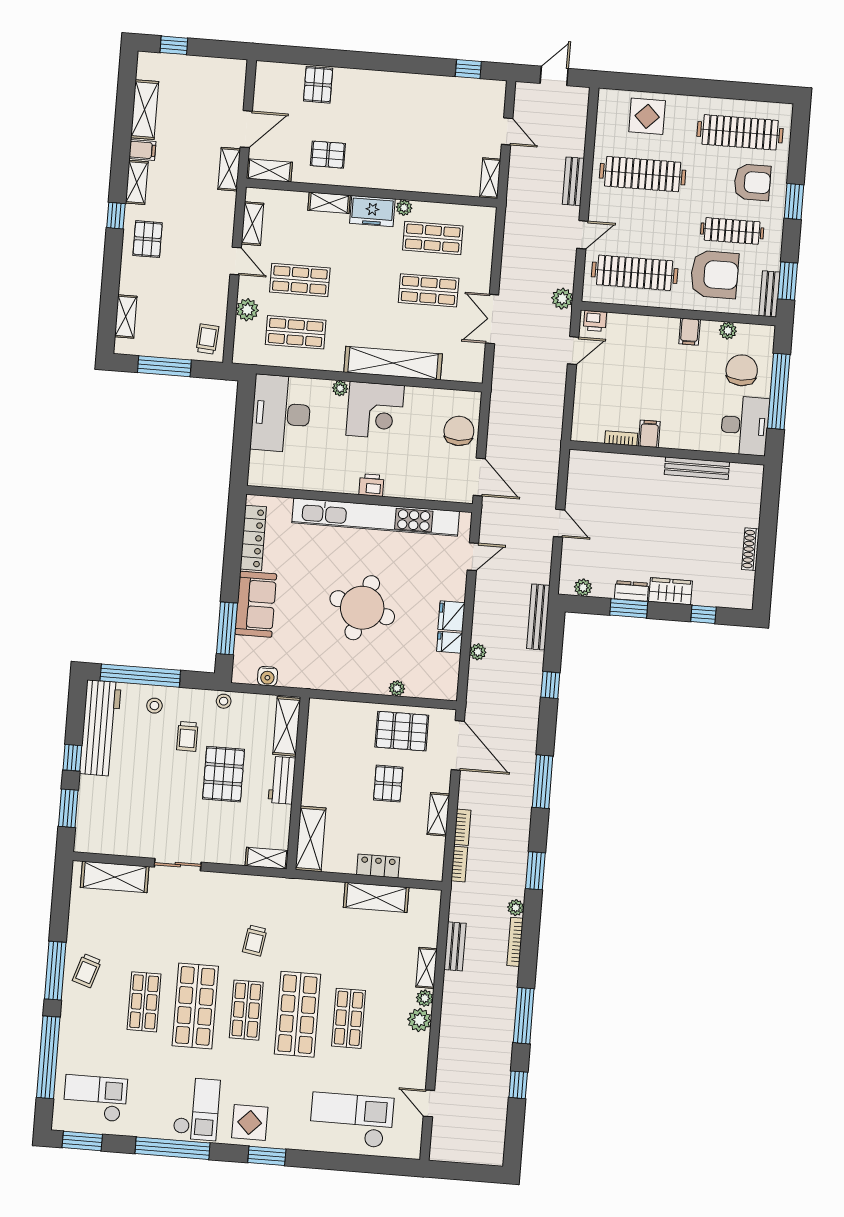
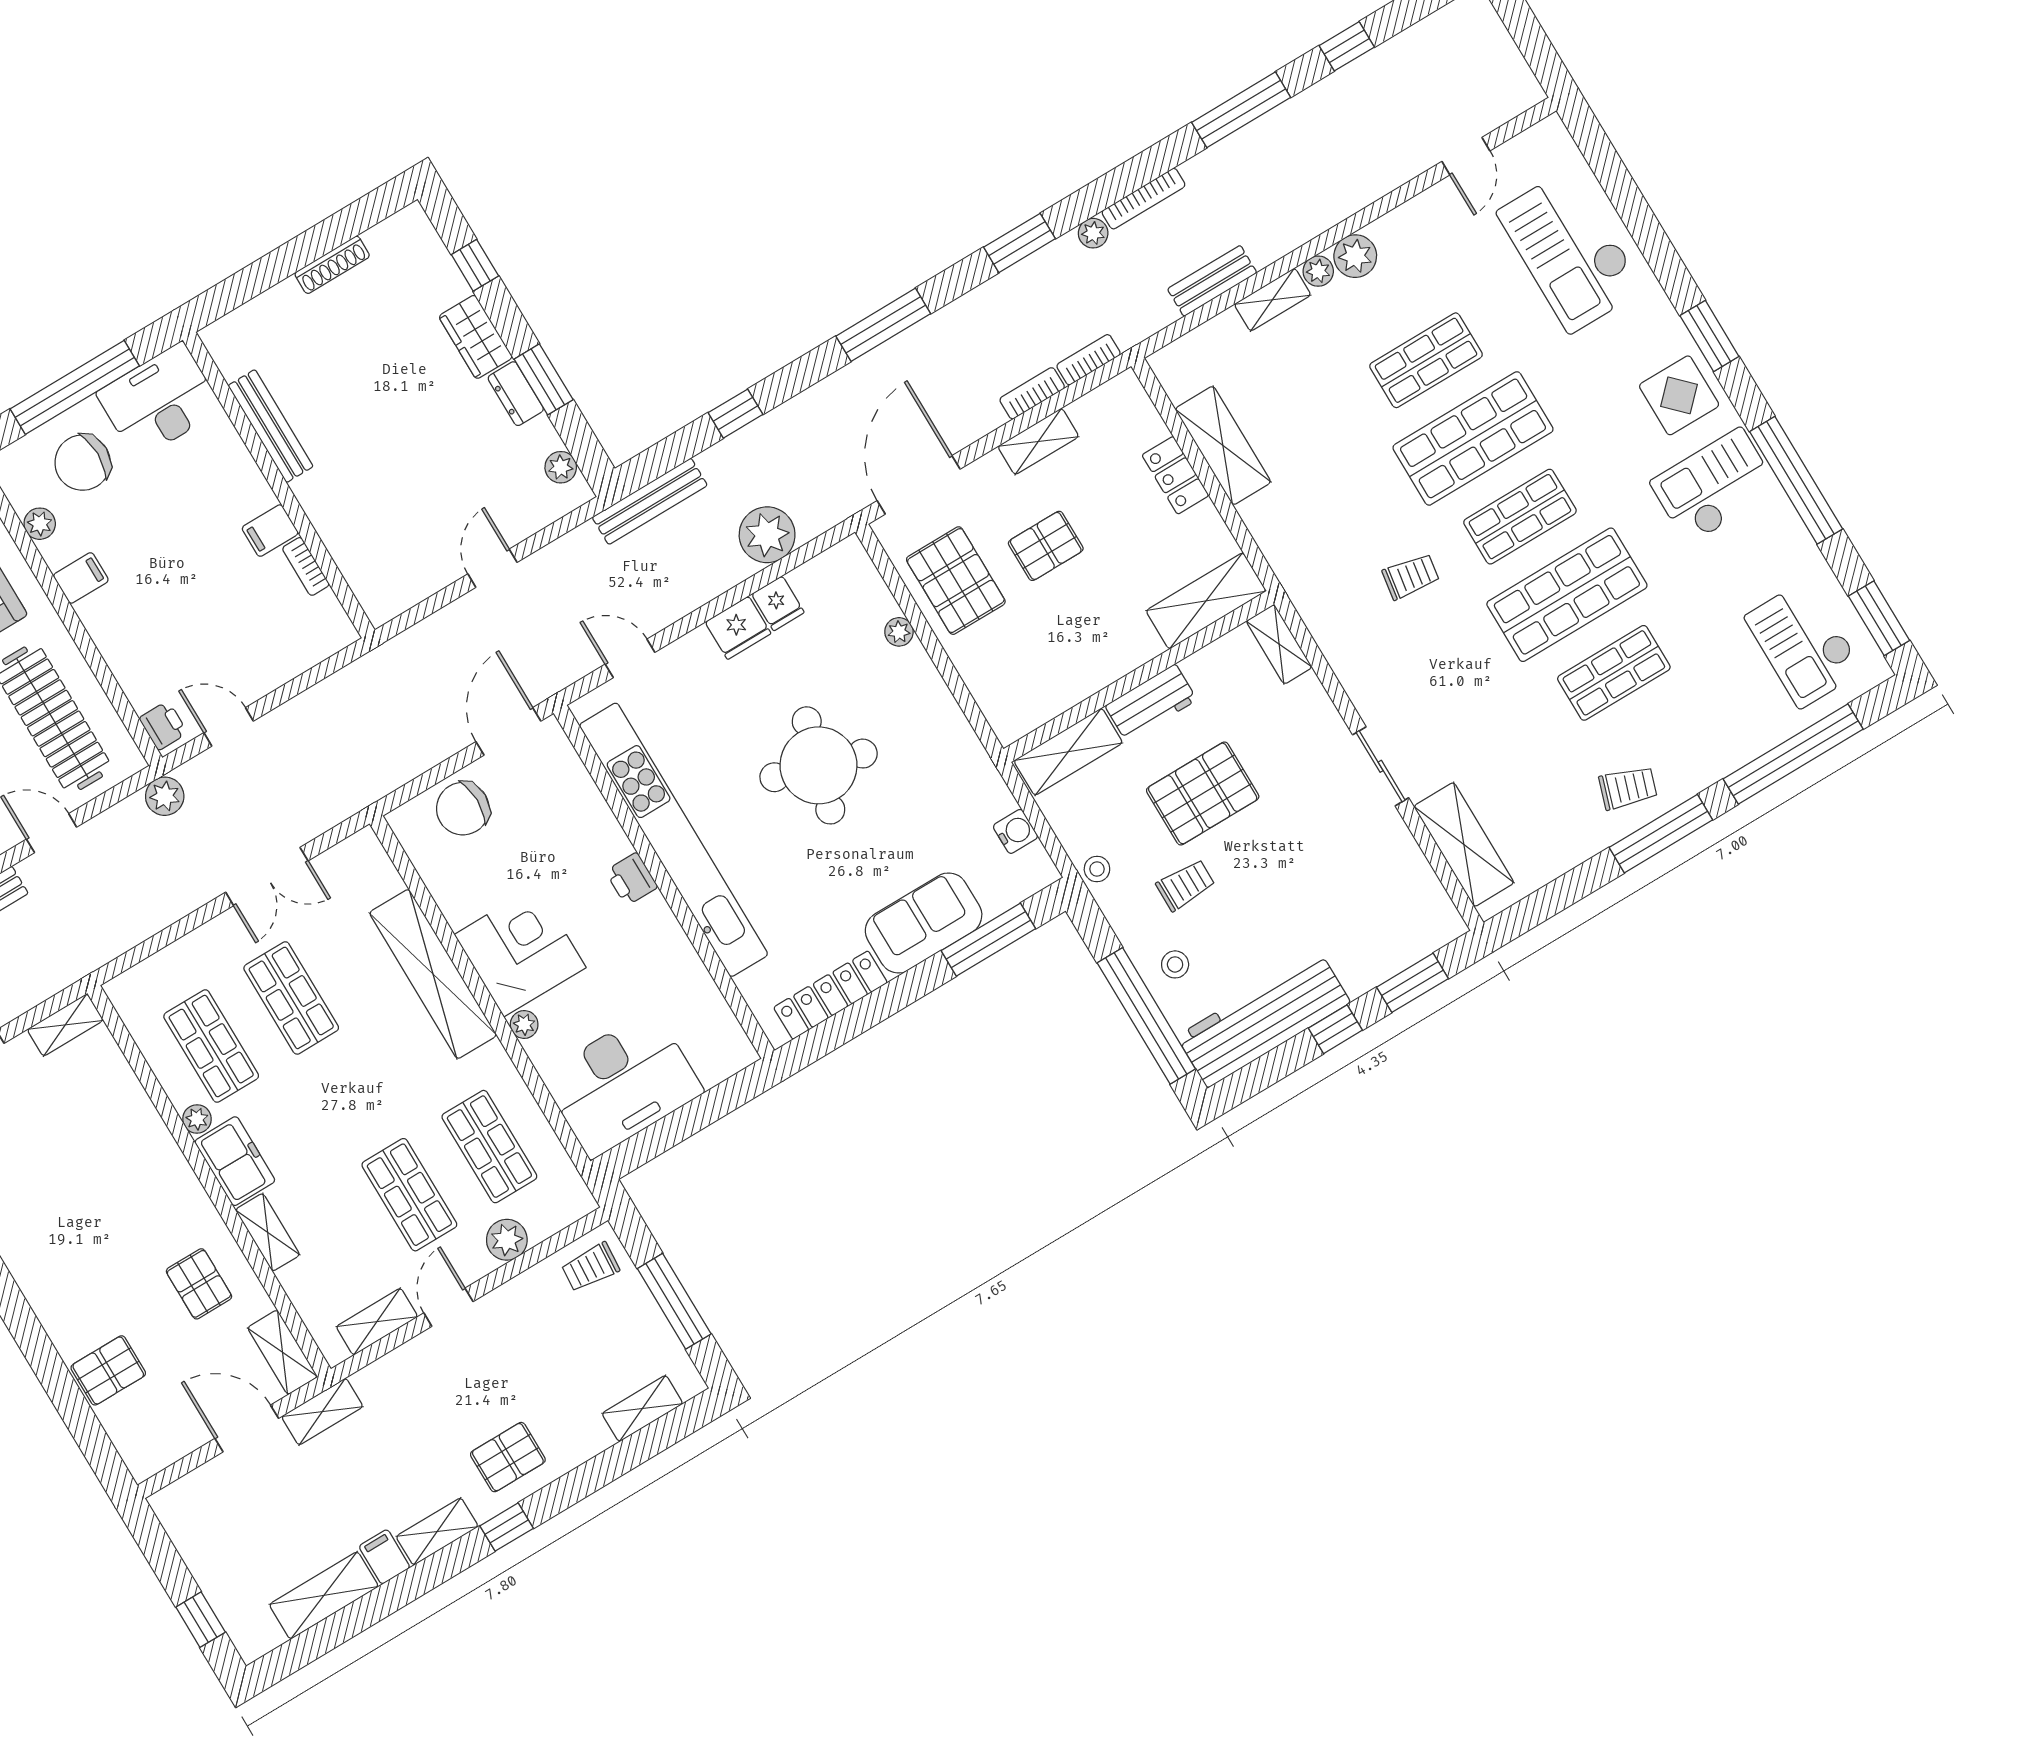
plant: (478, 652) -> (767, 535), width x1.87, depth x1.87

